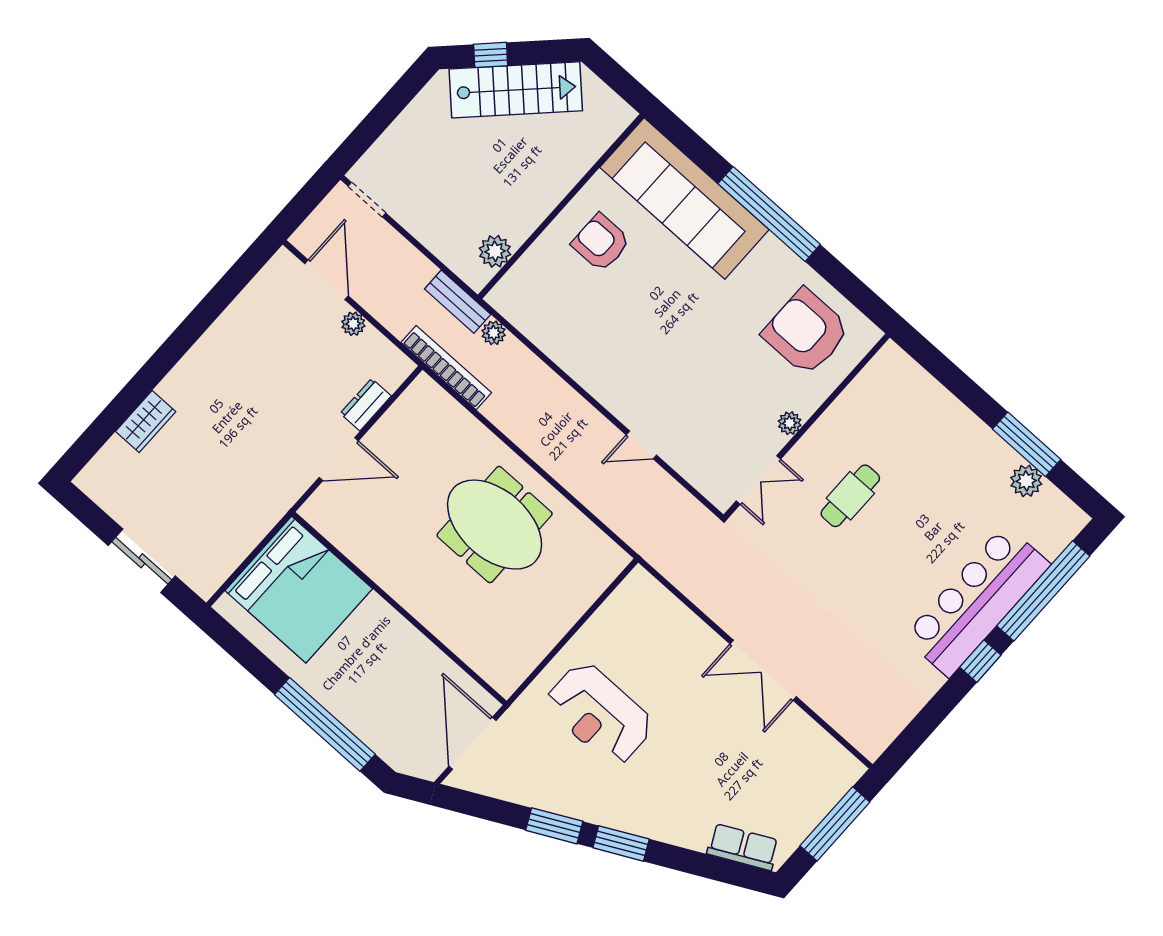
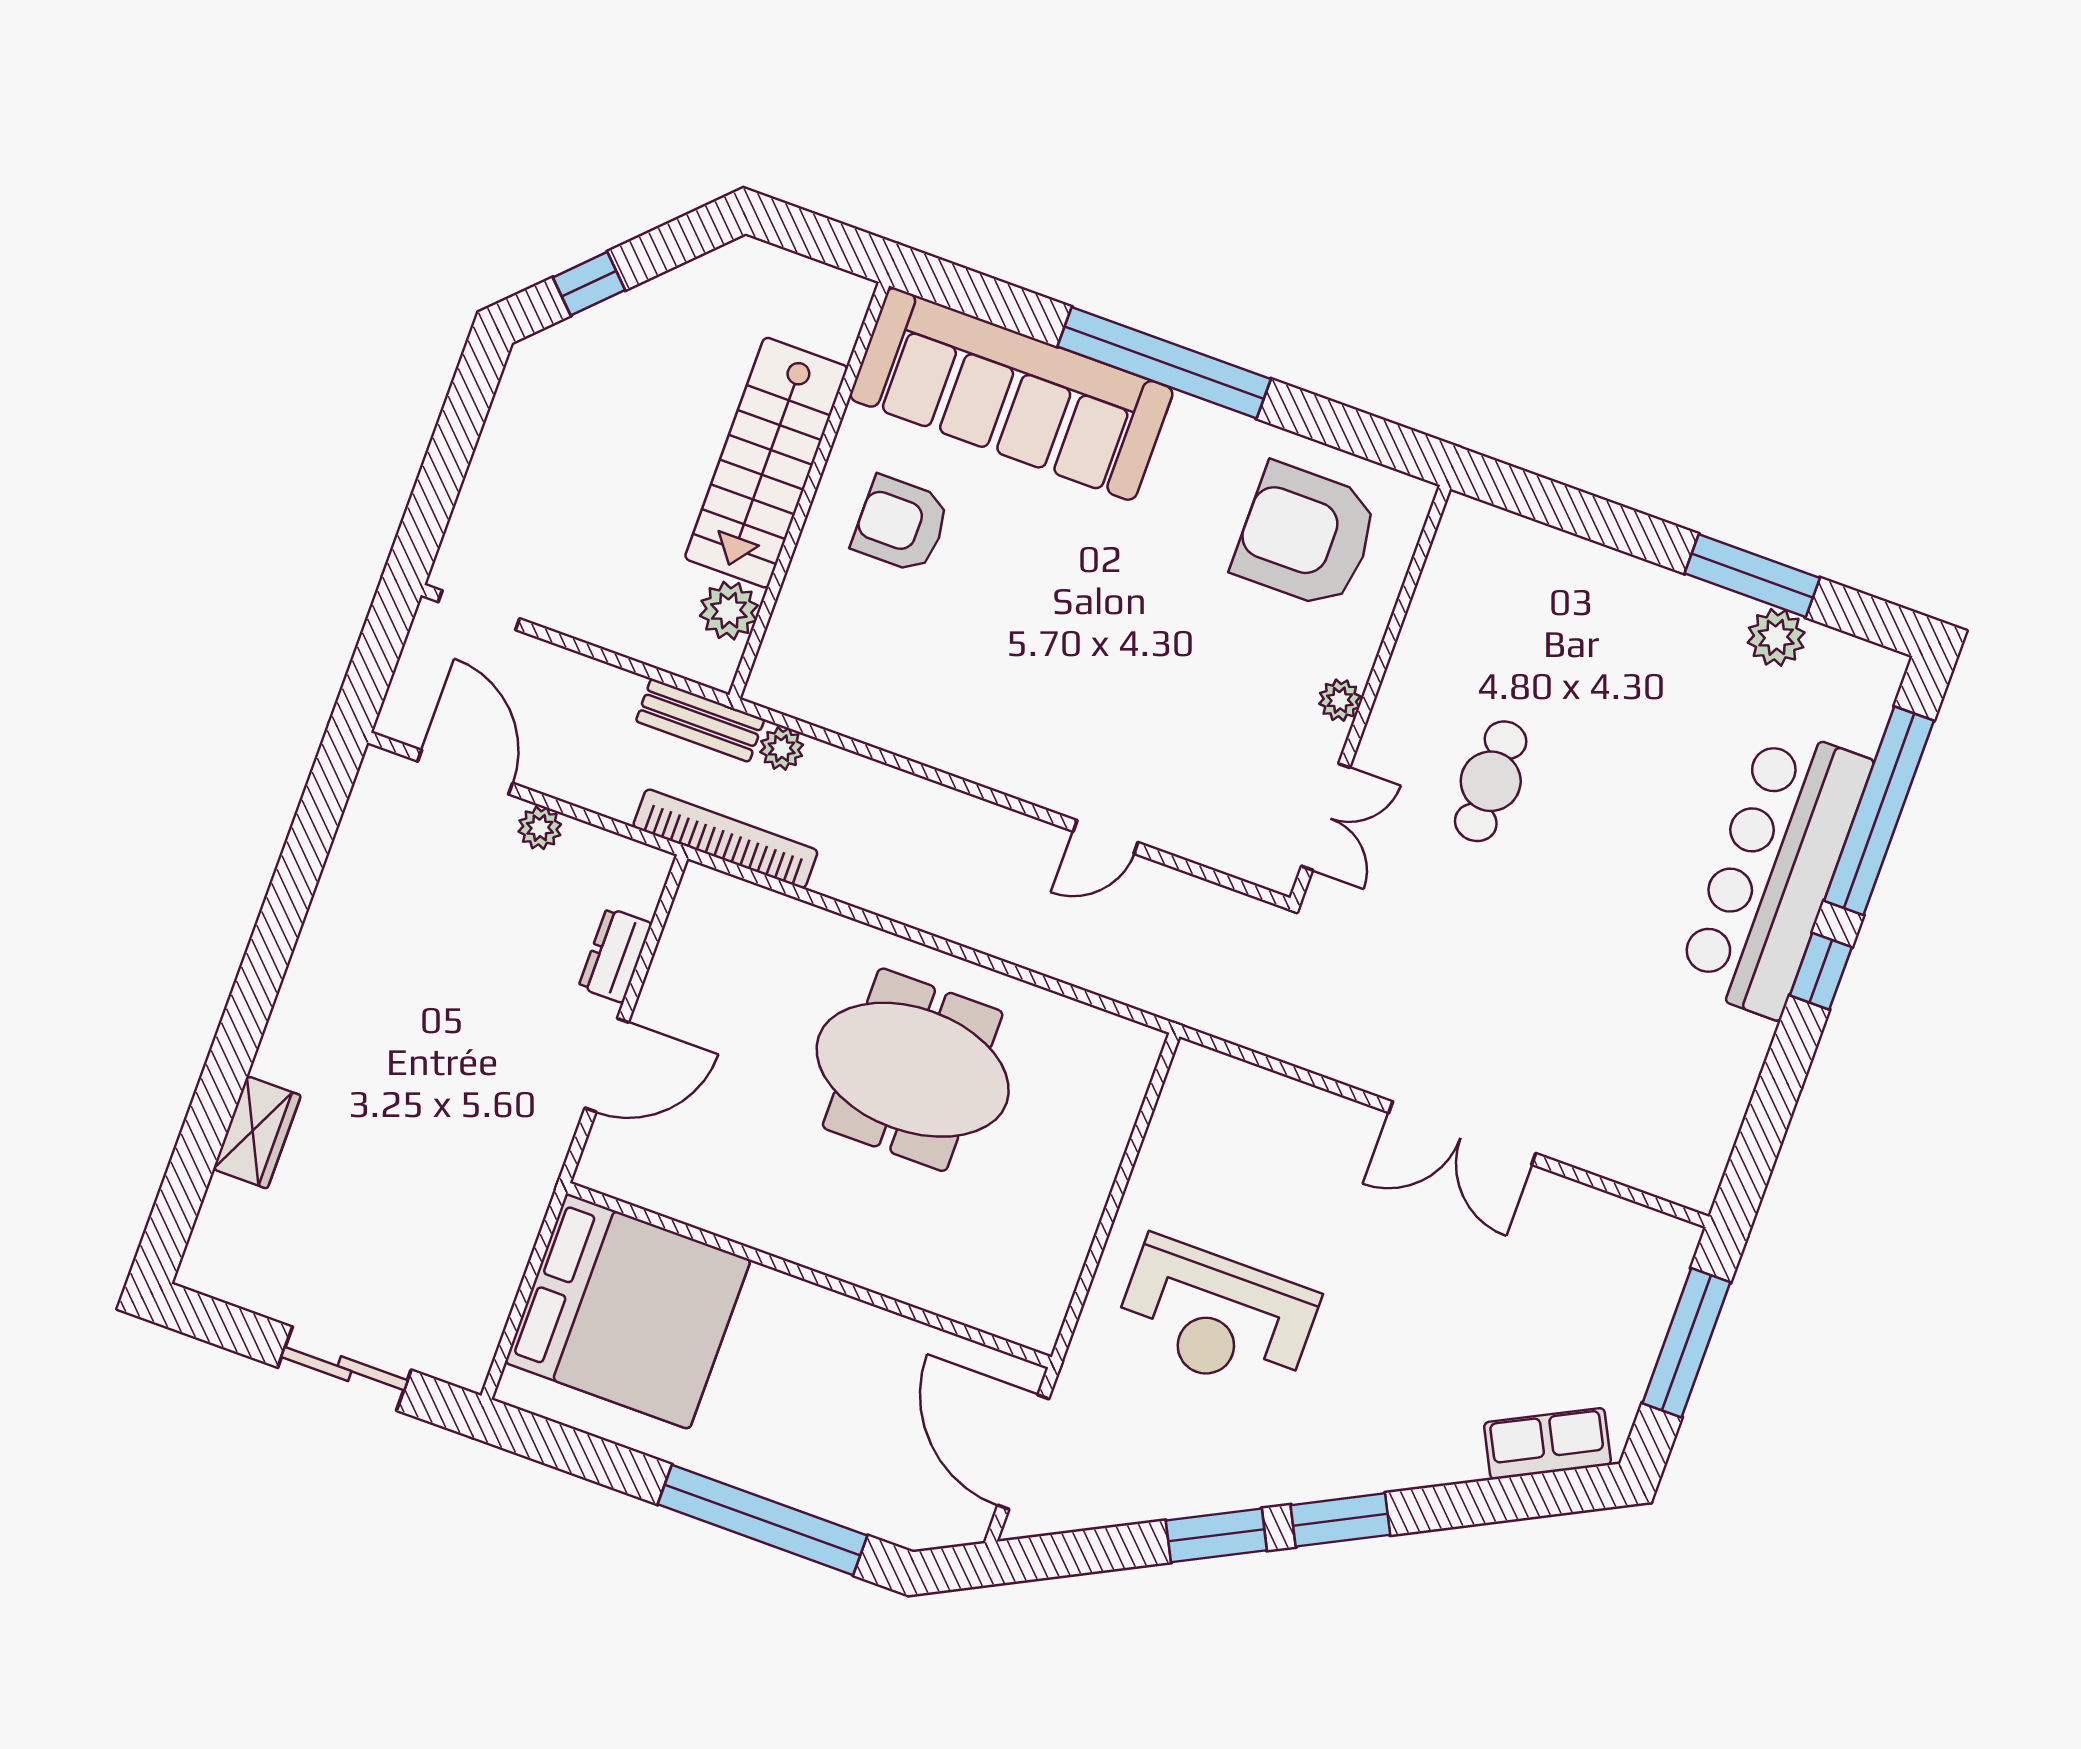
stairs: (516, 90) -> (766, 463), moved, turned 135

